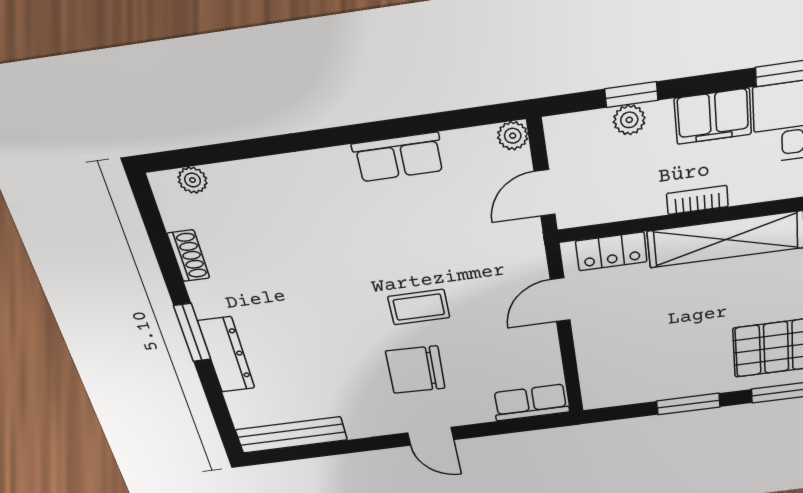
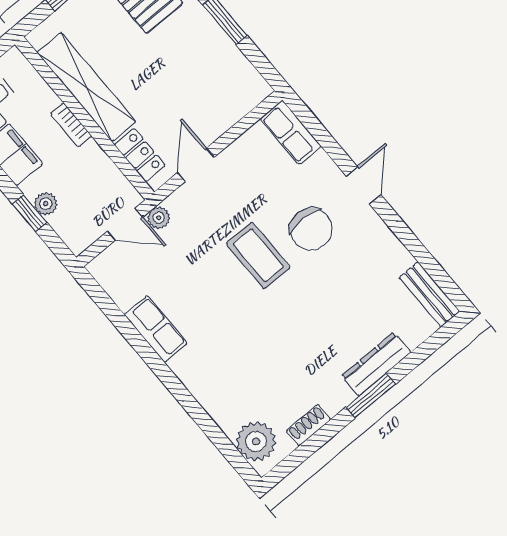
plant: (513, 136) -> (159, 218), moved
plant: (193, 180) -> (256, 441), width x1.87, depth x1.87
door: (560, 300) -> (196, 165), swing flipped
coffee table: (419, 307) -> (258, 255), width x1.36, depth x1.30
bench: (291, 435) -> (430, 294), width x0.73

